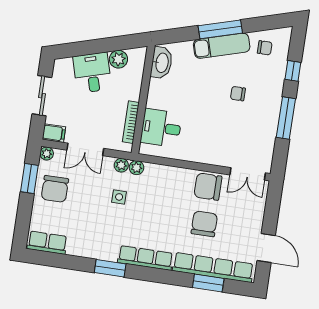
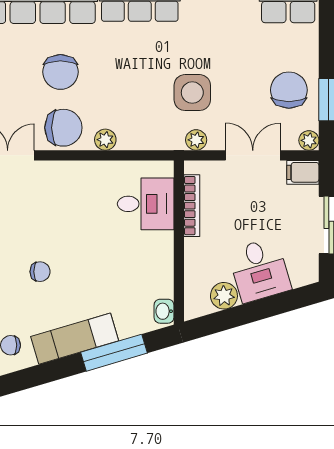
window: (220, 29) -> (114, 353), moved
washbasin: (161, 63) -> (164, 311), width x0.52, depth x0.69
plant: (137, 168) -> (105, 140), moved
side table: (119, 197) -> (192, 93), width x1.87, depth x1.87

